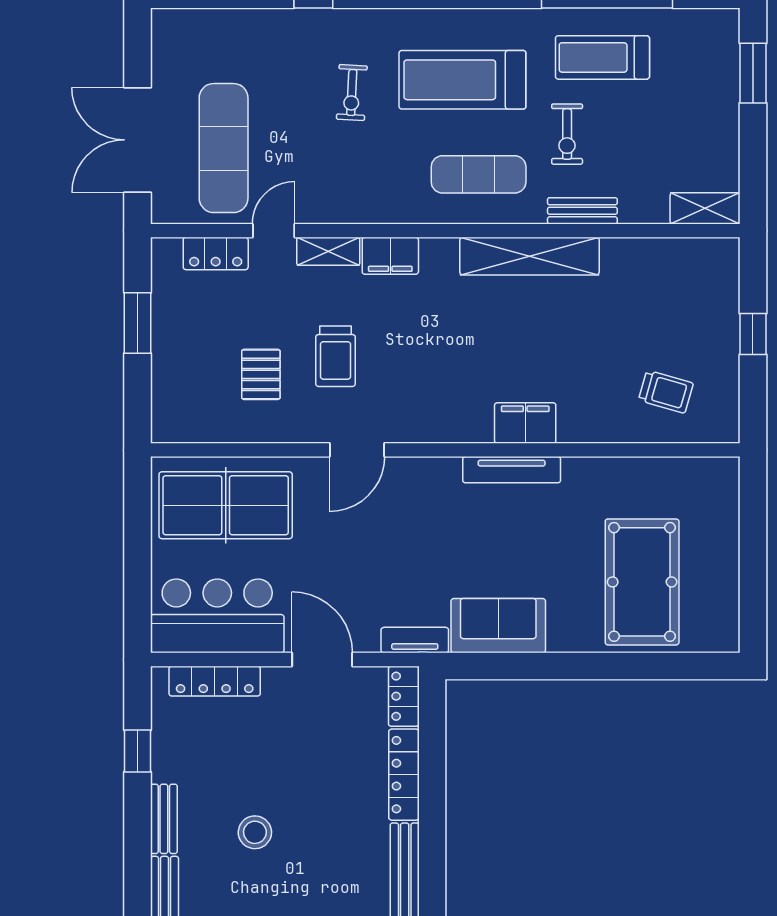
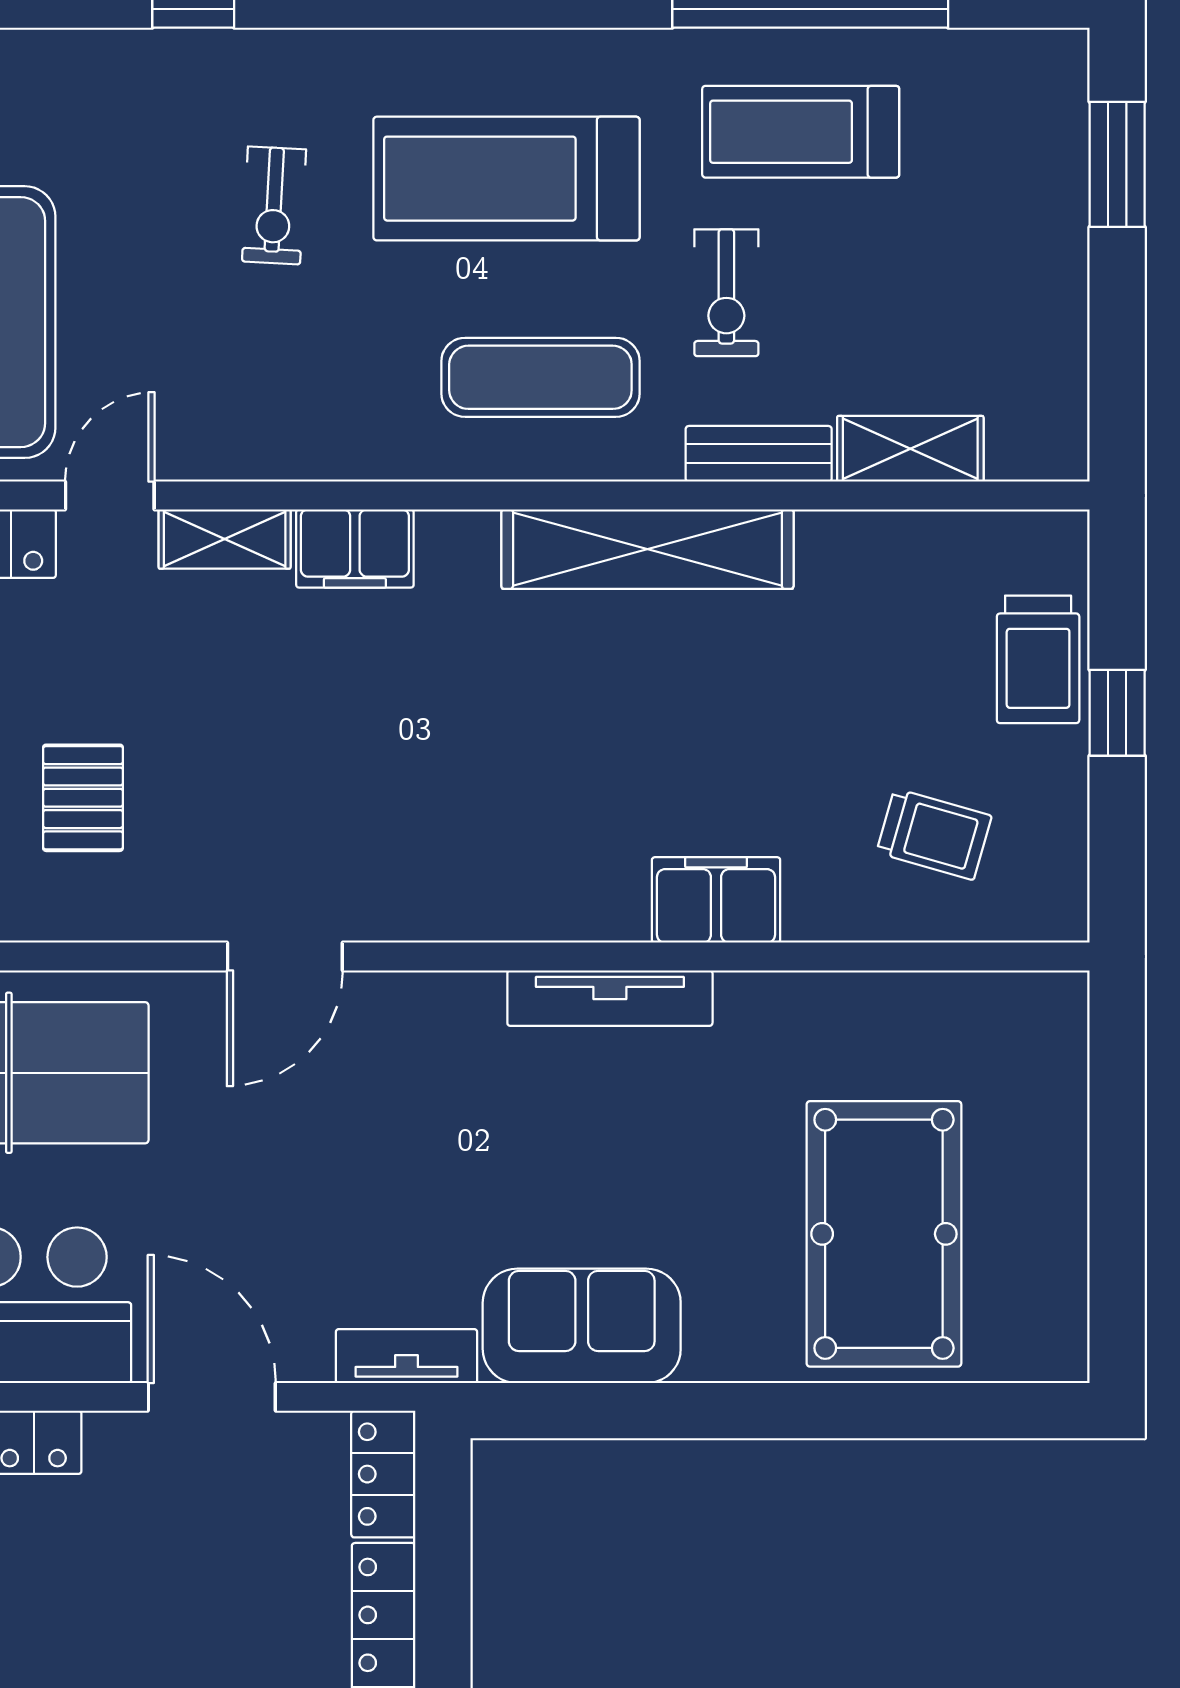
shelving: (705, 208) -> (910, 449), moved
trolley: (335, 356) -> (1038, 659), moved
filing cabinet: (525, 423) -> (716, 900), moved

